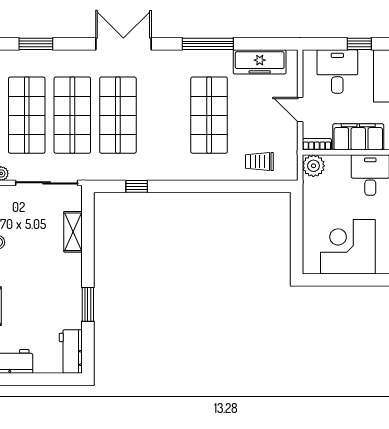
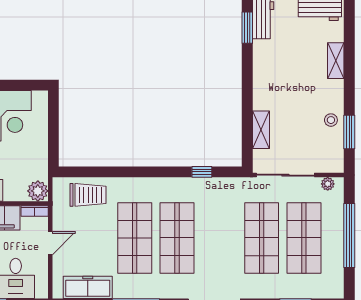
door: (300, 109) -> (50, 243), hinge flipped
shop shelf: (118, 115) -> (177, 238), moved
trolley: (259, 162) -> (88, 195), width x1.36, depth x1.39
window: (88, 304) -> (247, 28), moved

